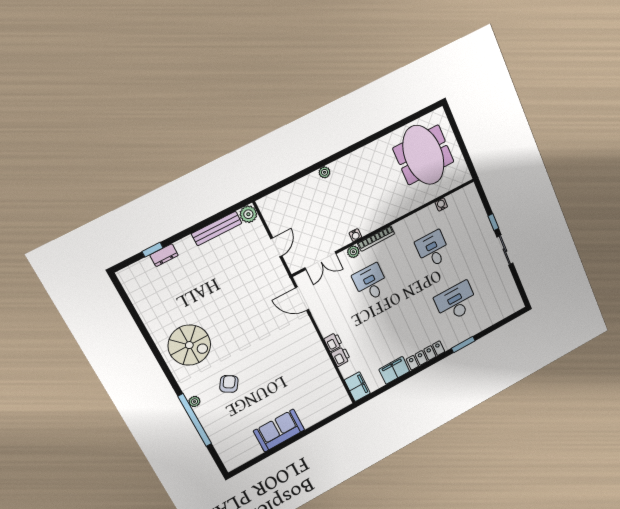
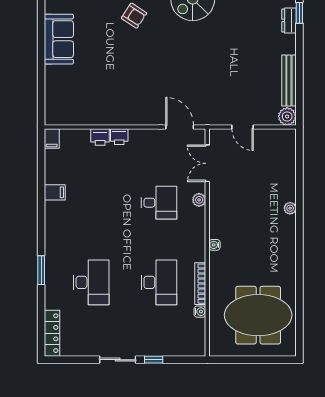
water cooler: (355, 235) -> (214, 245), moved
bookcase: (376, 239) -> (200, 284), moved
desk: (433, 249) -> (159, 282), width x1.37
door: (302, 299) -> (180, 127), hinge flipped
locker: (426, 355) -> (52, 333), moved
filing cabinet: (394, 370) -> (55, 192), width x0.50
filing cabinet: (357, 387) -> (52, 139), width x0.50

